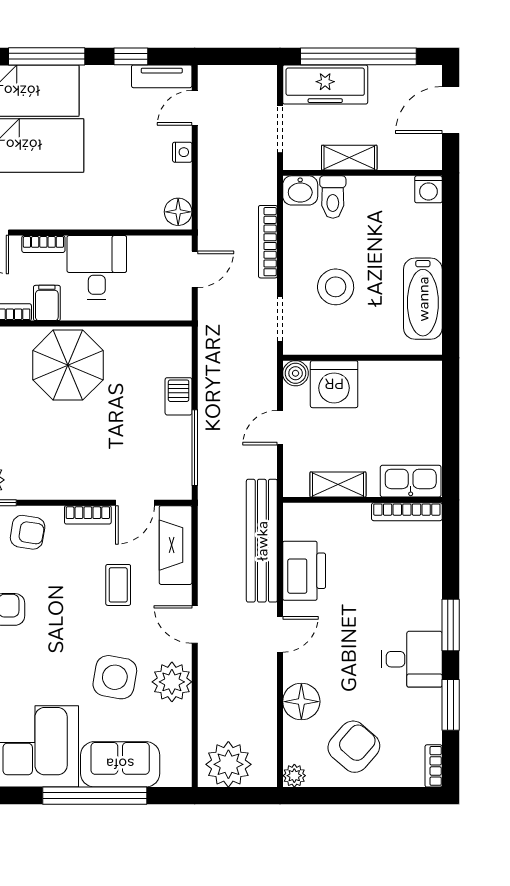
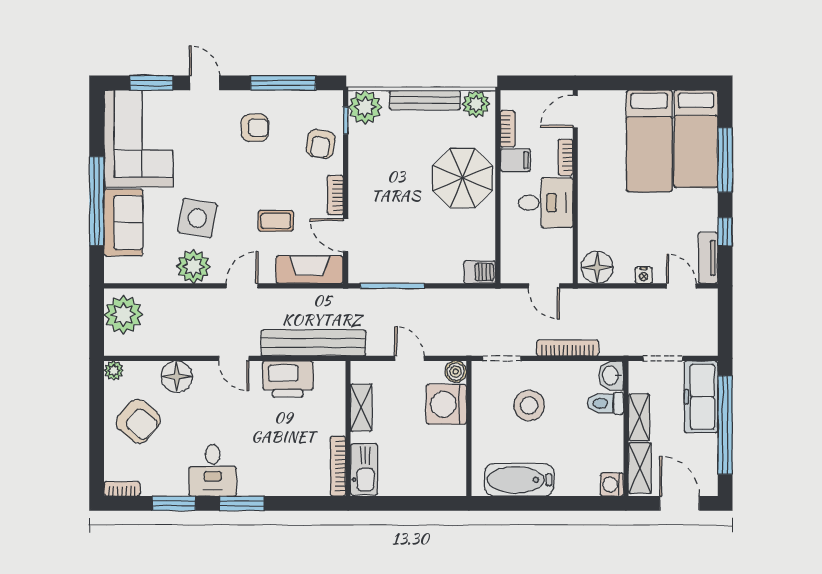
shelving: (409, 157) -> (640, 468), added
floor lamp: (178, 212) -> (597, 267), width x1.38, depth x1.38
barbecue: (179, 396) -> (480, 272), moved

